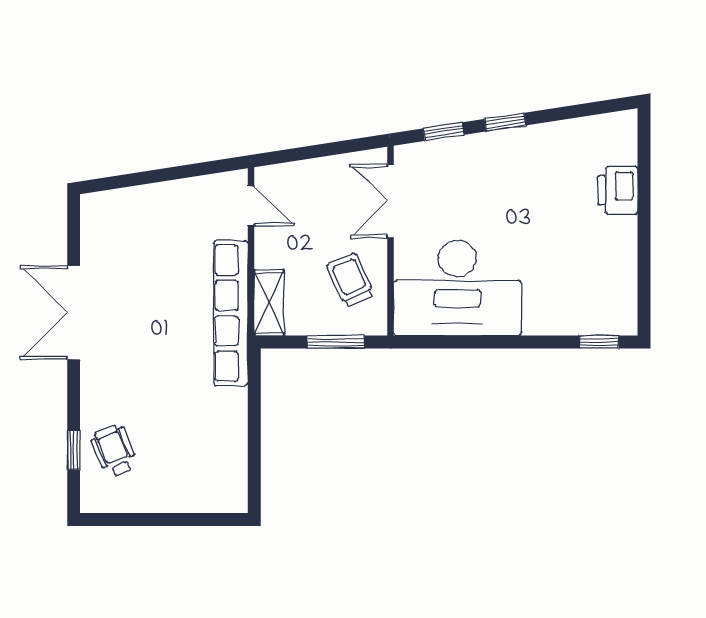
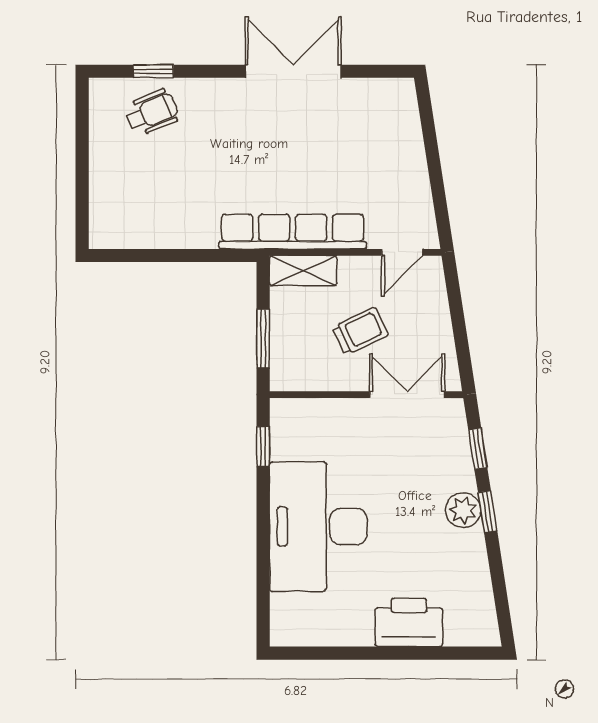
plant: (504, 146) -> (463, 510), added
printer: (618, 190) -> (409, 622), width x1.37, depth x1.19
trolley: (350, 280) -> (360, 331), moved
desk: (457, 288) -> (318, 527), moved
window: (599, 342) -> (263, 447), moved

